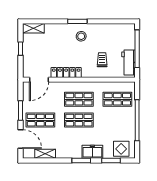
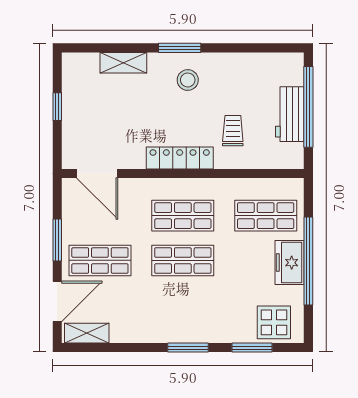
shelving: (33, 28) -> (123, 63), moved
workbench: (129, 63) -> (290, 114), moved
locker: (66, 72) -> (180, 158), moved
door: (39, 80) -> (97, 173), hinge flipped
door: (21, 139) -> (57, 301), hinge flipped
freezer: (92, 152) -> (290, 263), moved, turned -90
shelving: (45, 154) -> (87, 333), moved

